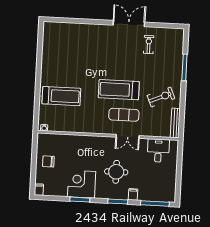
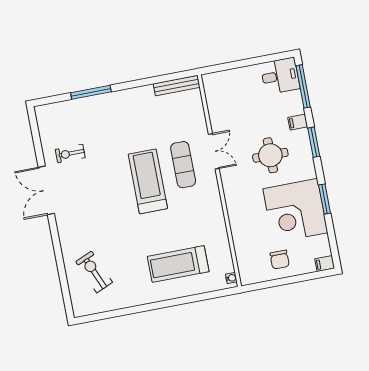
treadmill: (119, 90) -> (148, 181), turned 180
treadmill: (61, 96) -> (178, 264), turned -90
exercise bike: (161, 97) -> (94, 272), moved
desk: (158, 151) -> (280, 76), moved, turned 180
corner desk: (82, 184) -> (295, 211), width x1.36, depth x1.36

